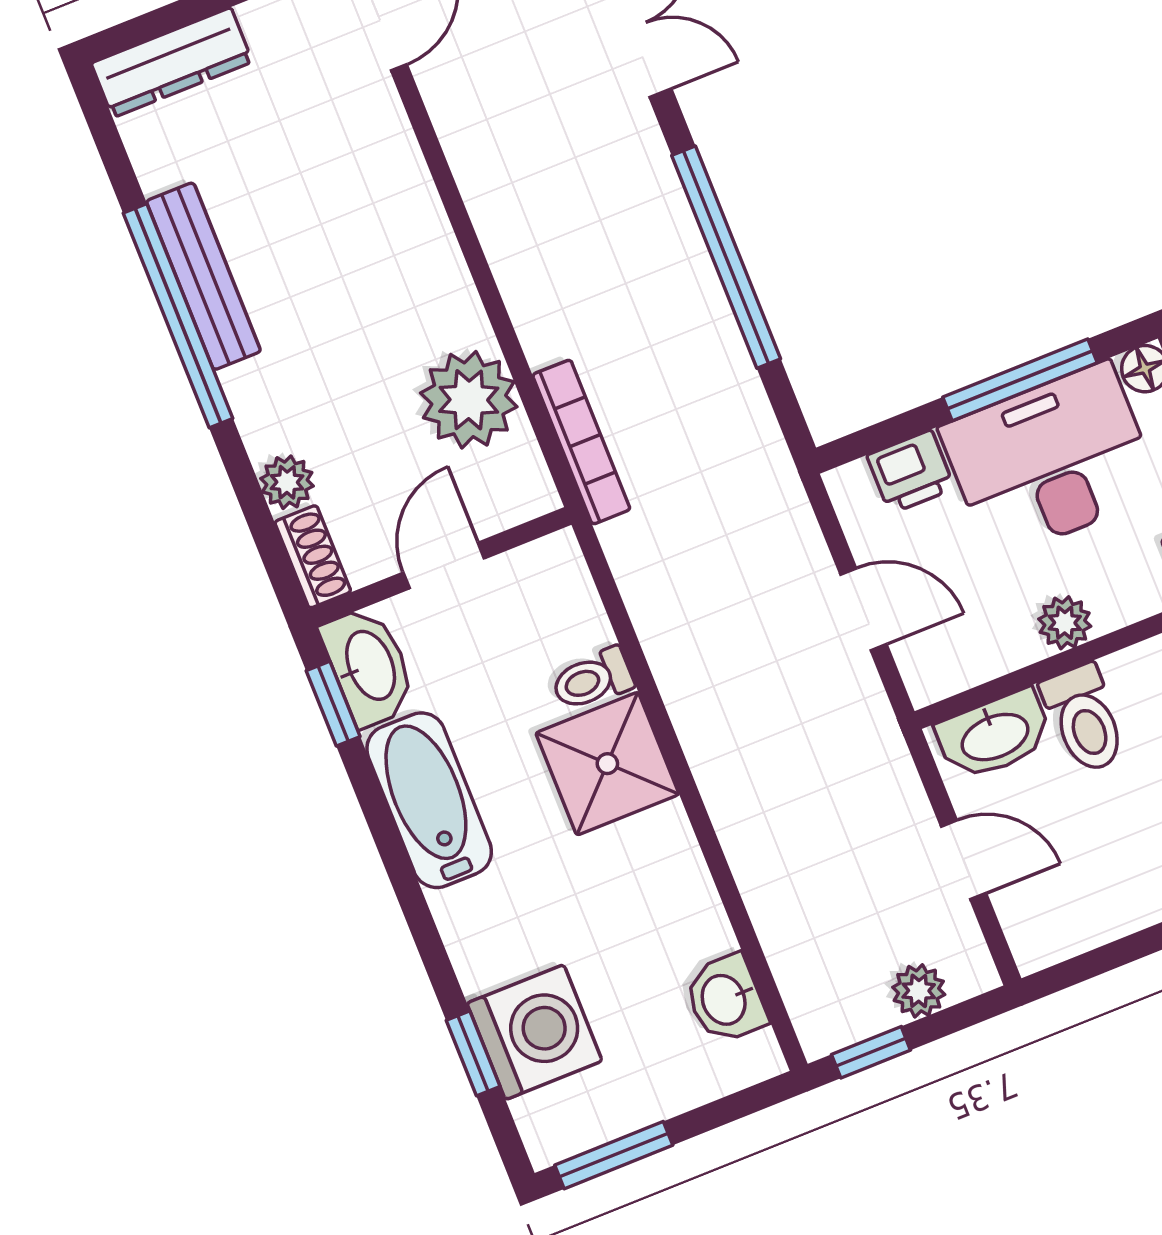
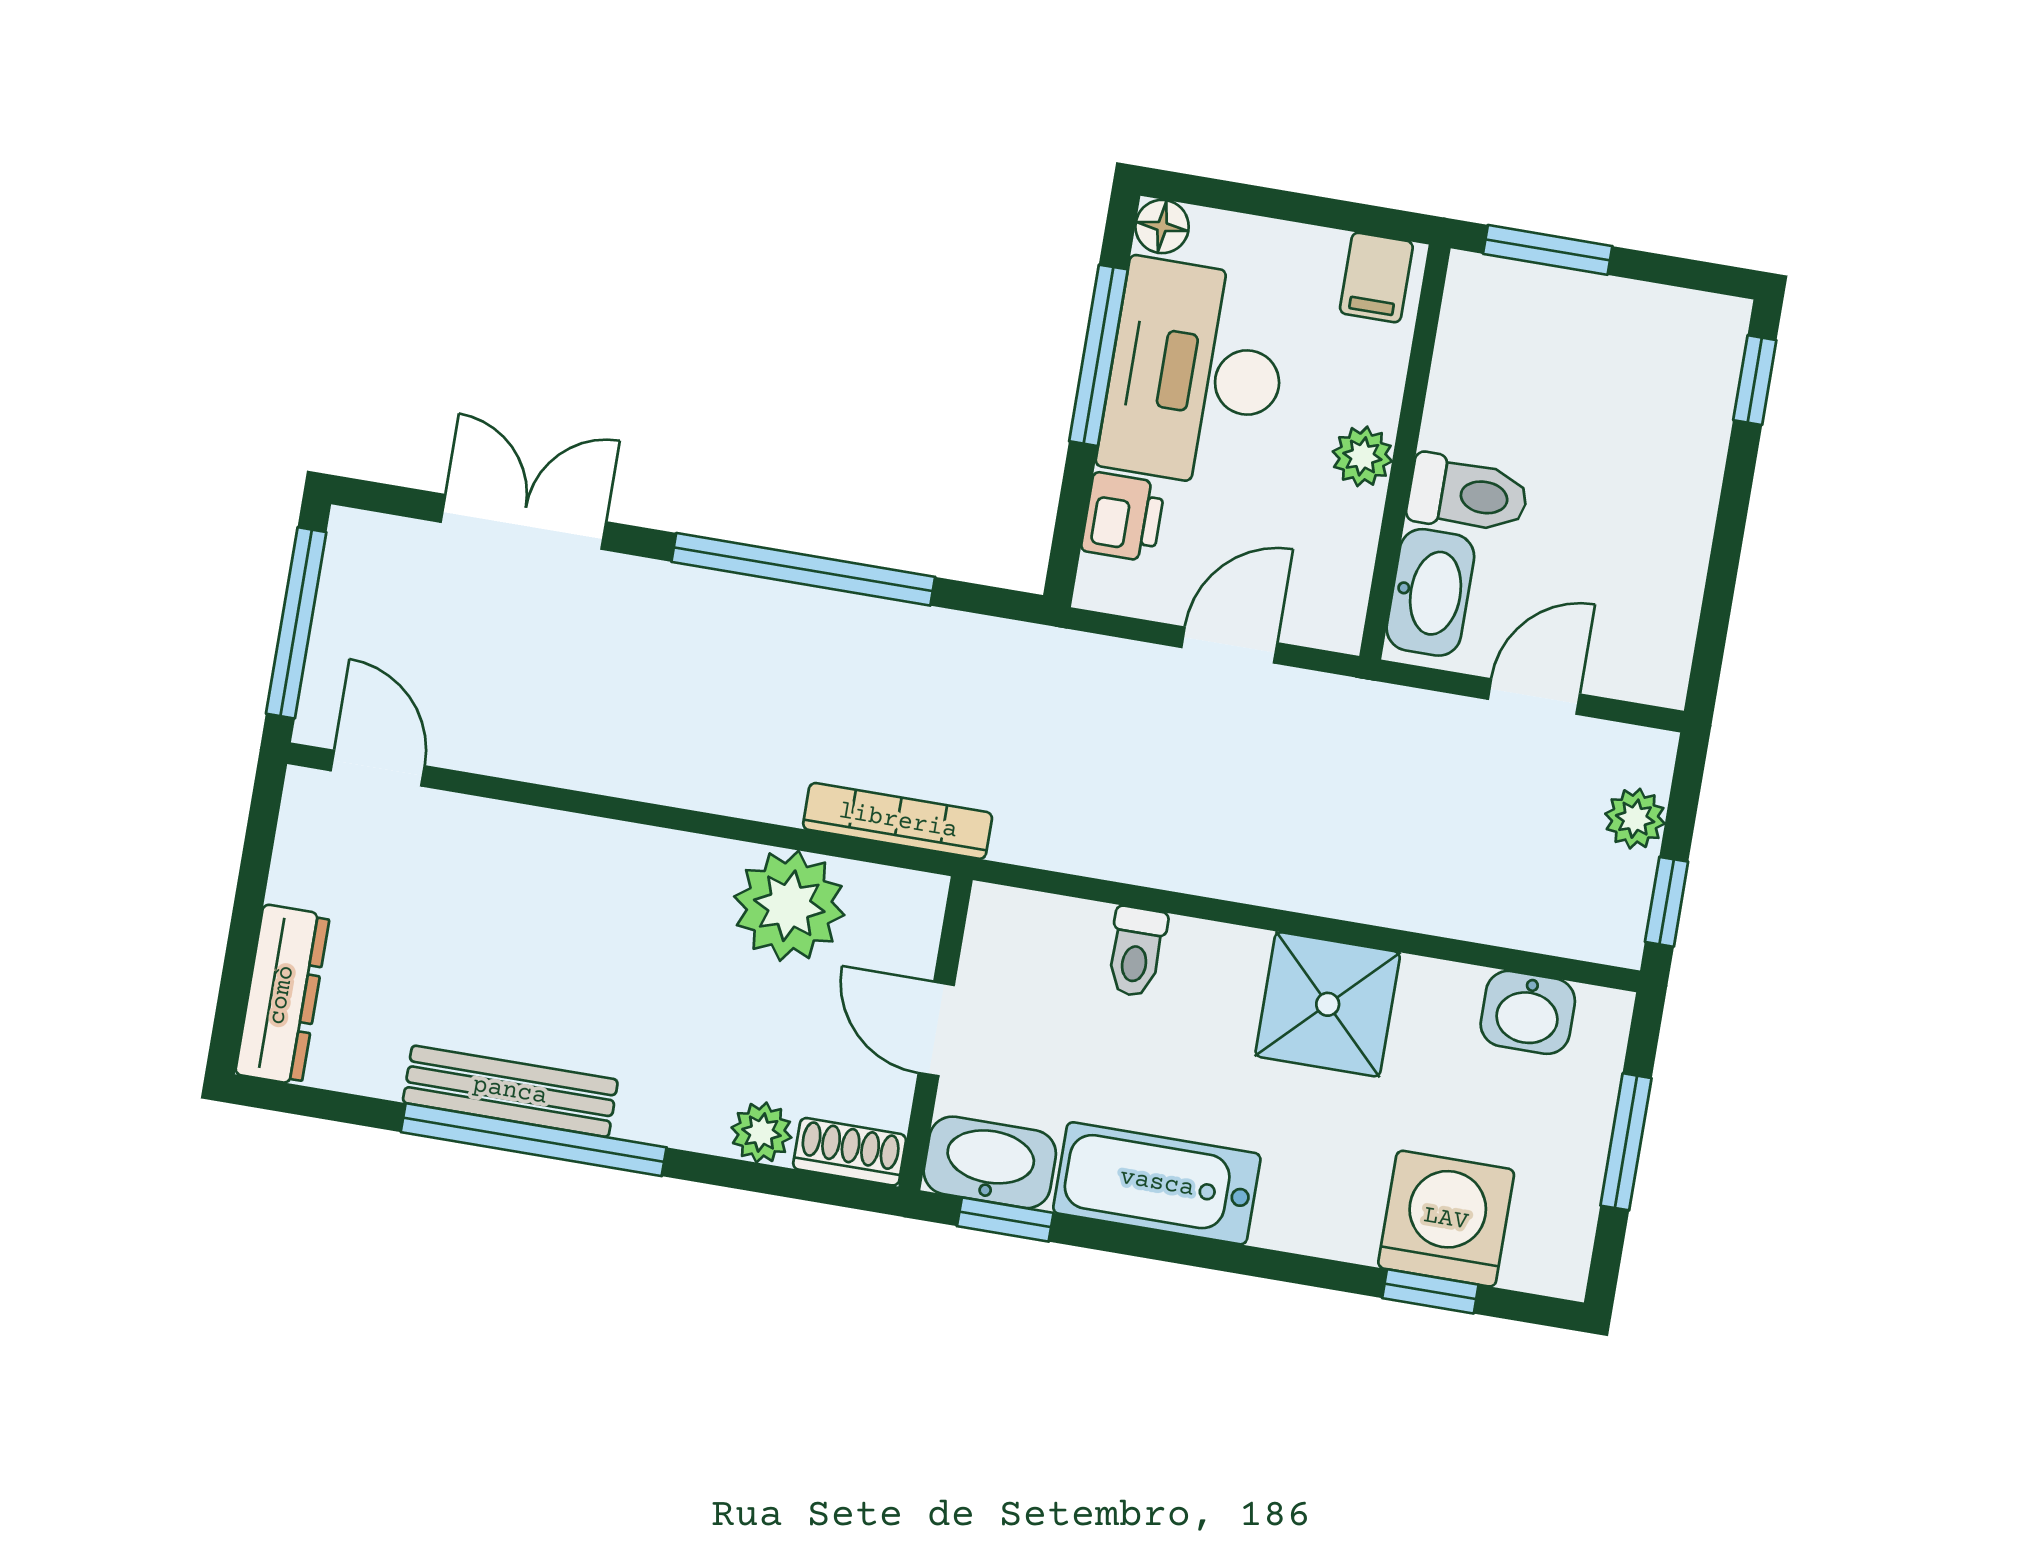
shower: (607, 764) -> (1328, 1004), moved
window: (614, 1155) -> (1626, 1142), moved

